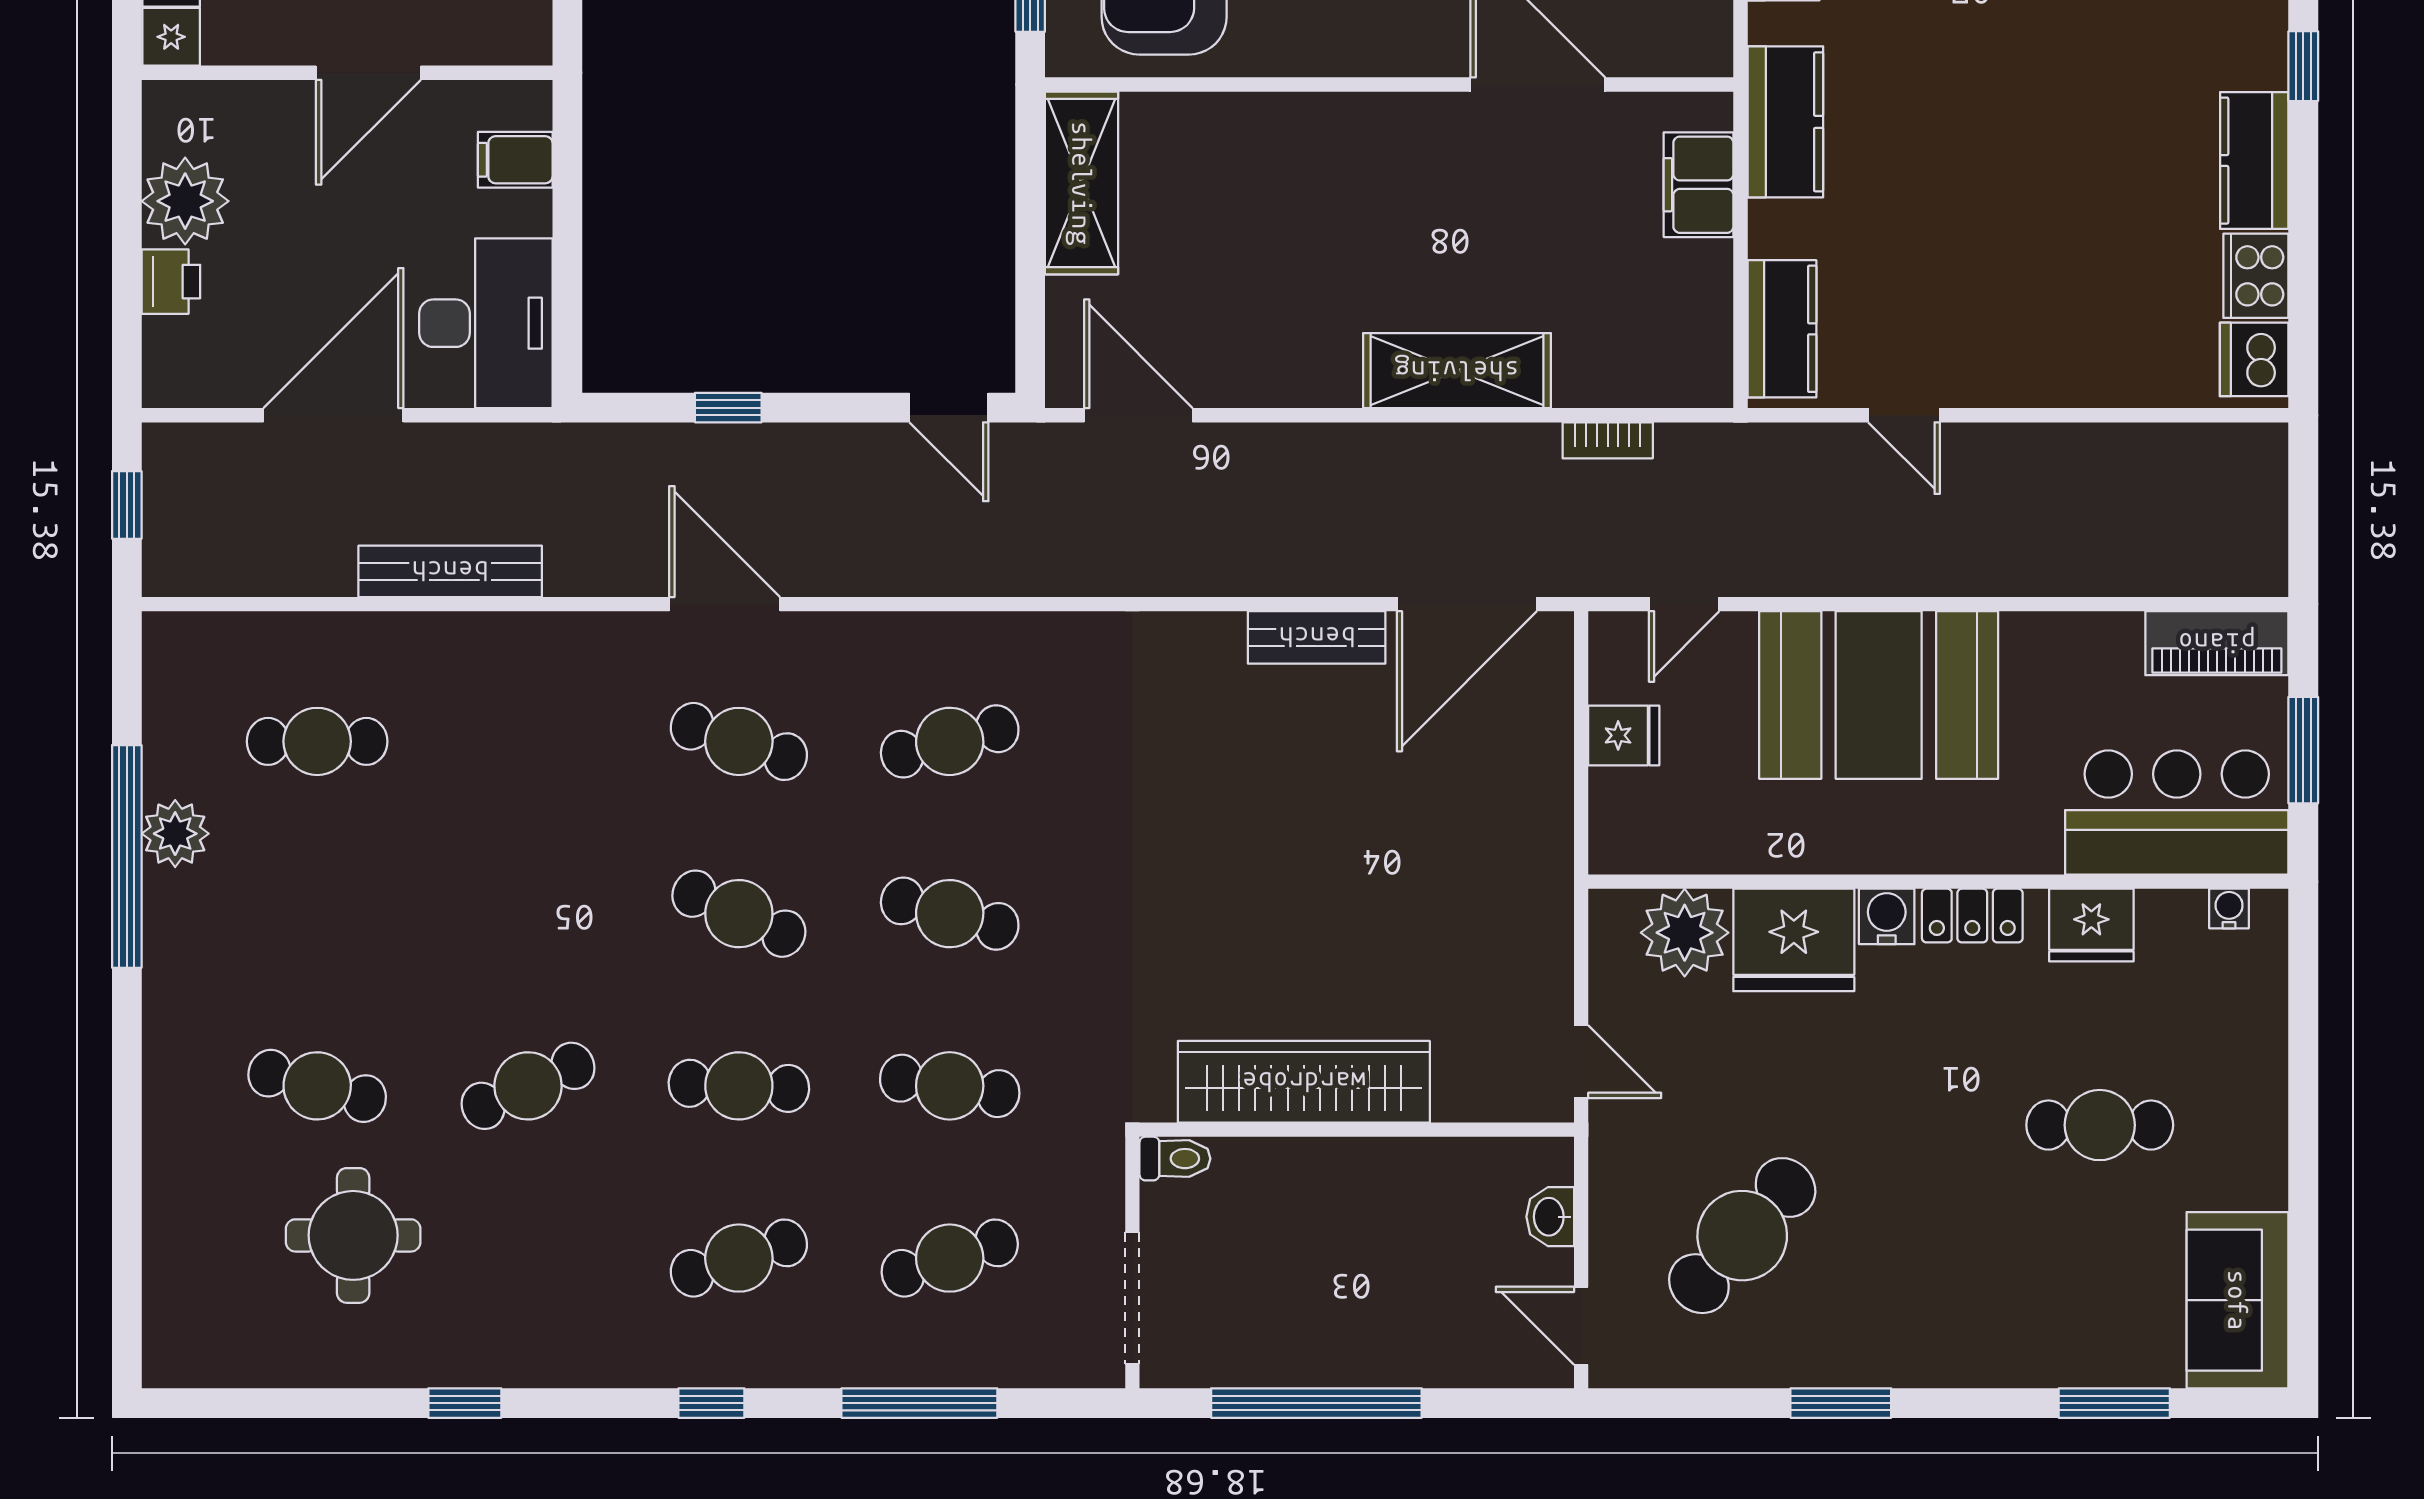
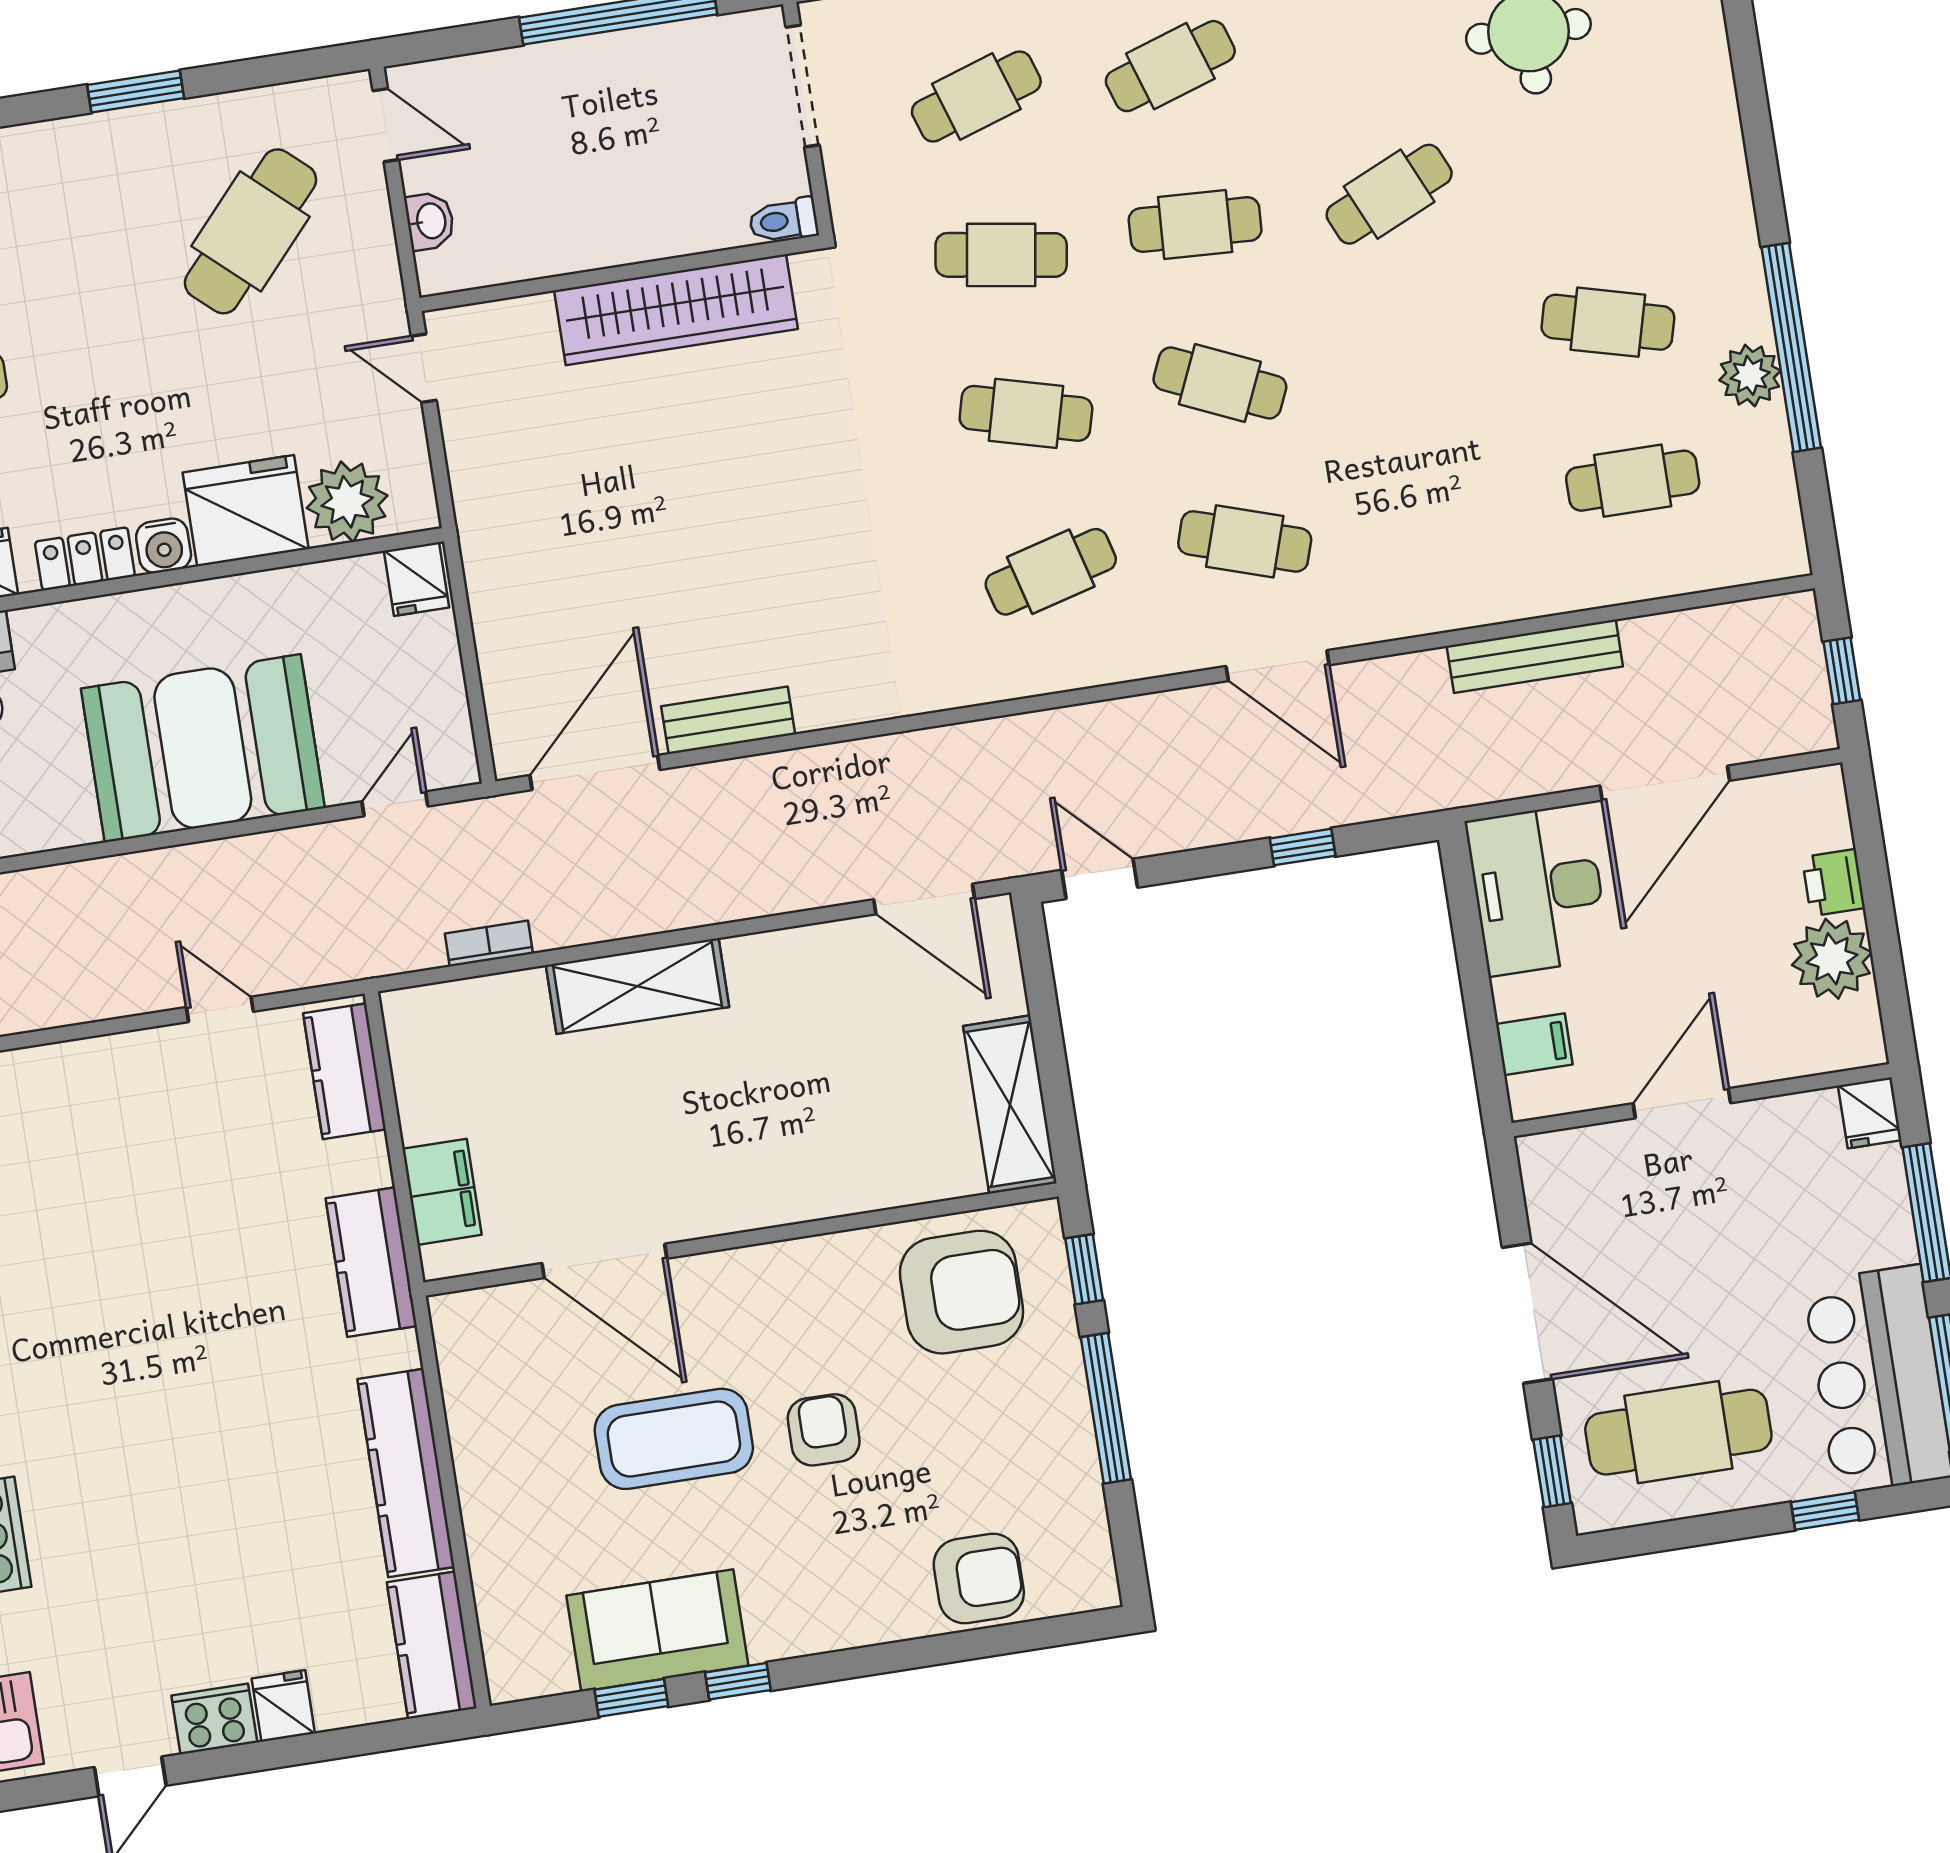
fridge: (1624, 735) -> (417, 579), moved, turned -90
cafe table: (317, 1086) -> (1608, 322), moved

